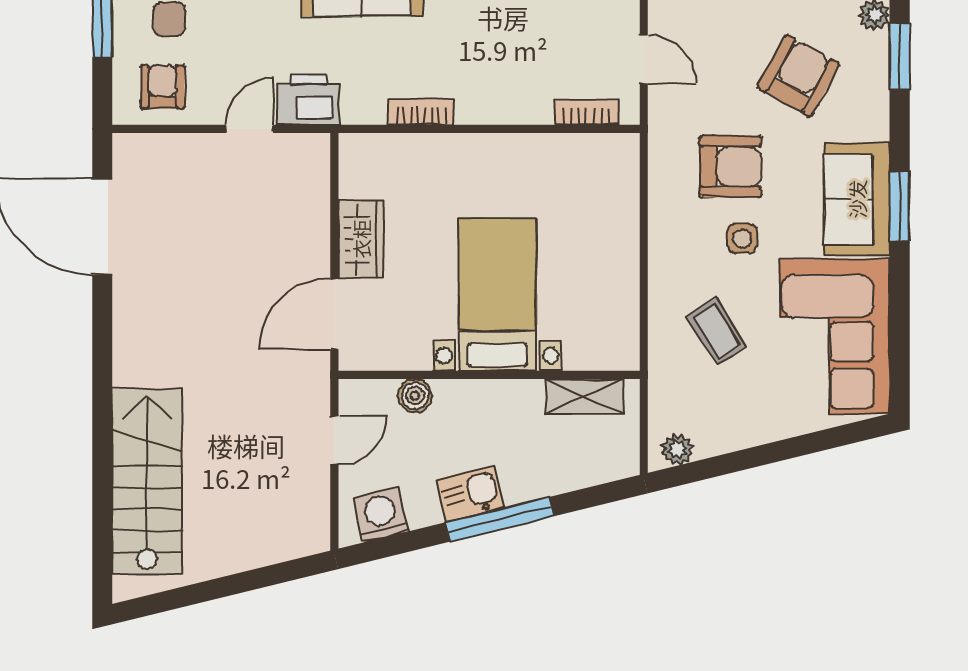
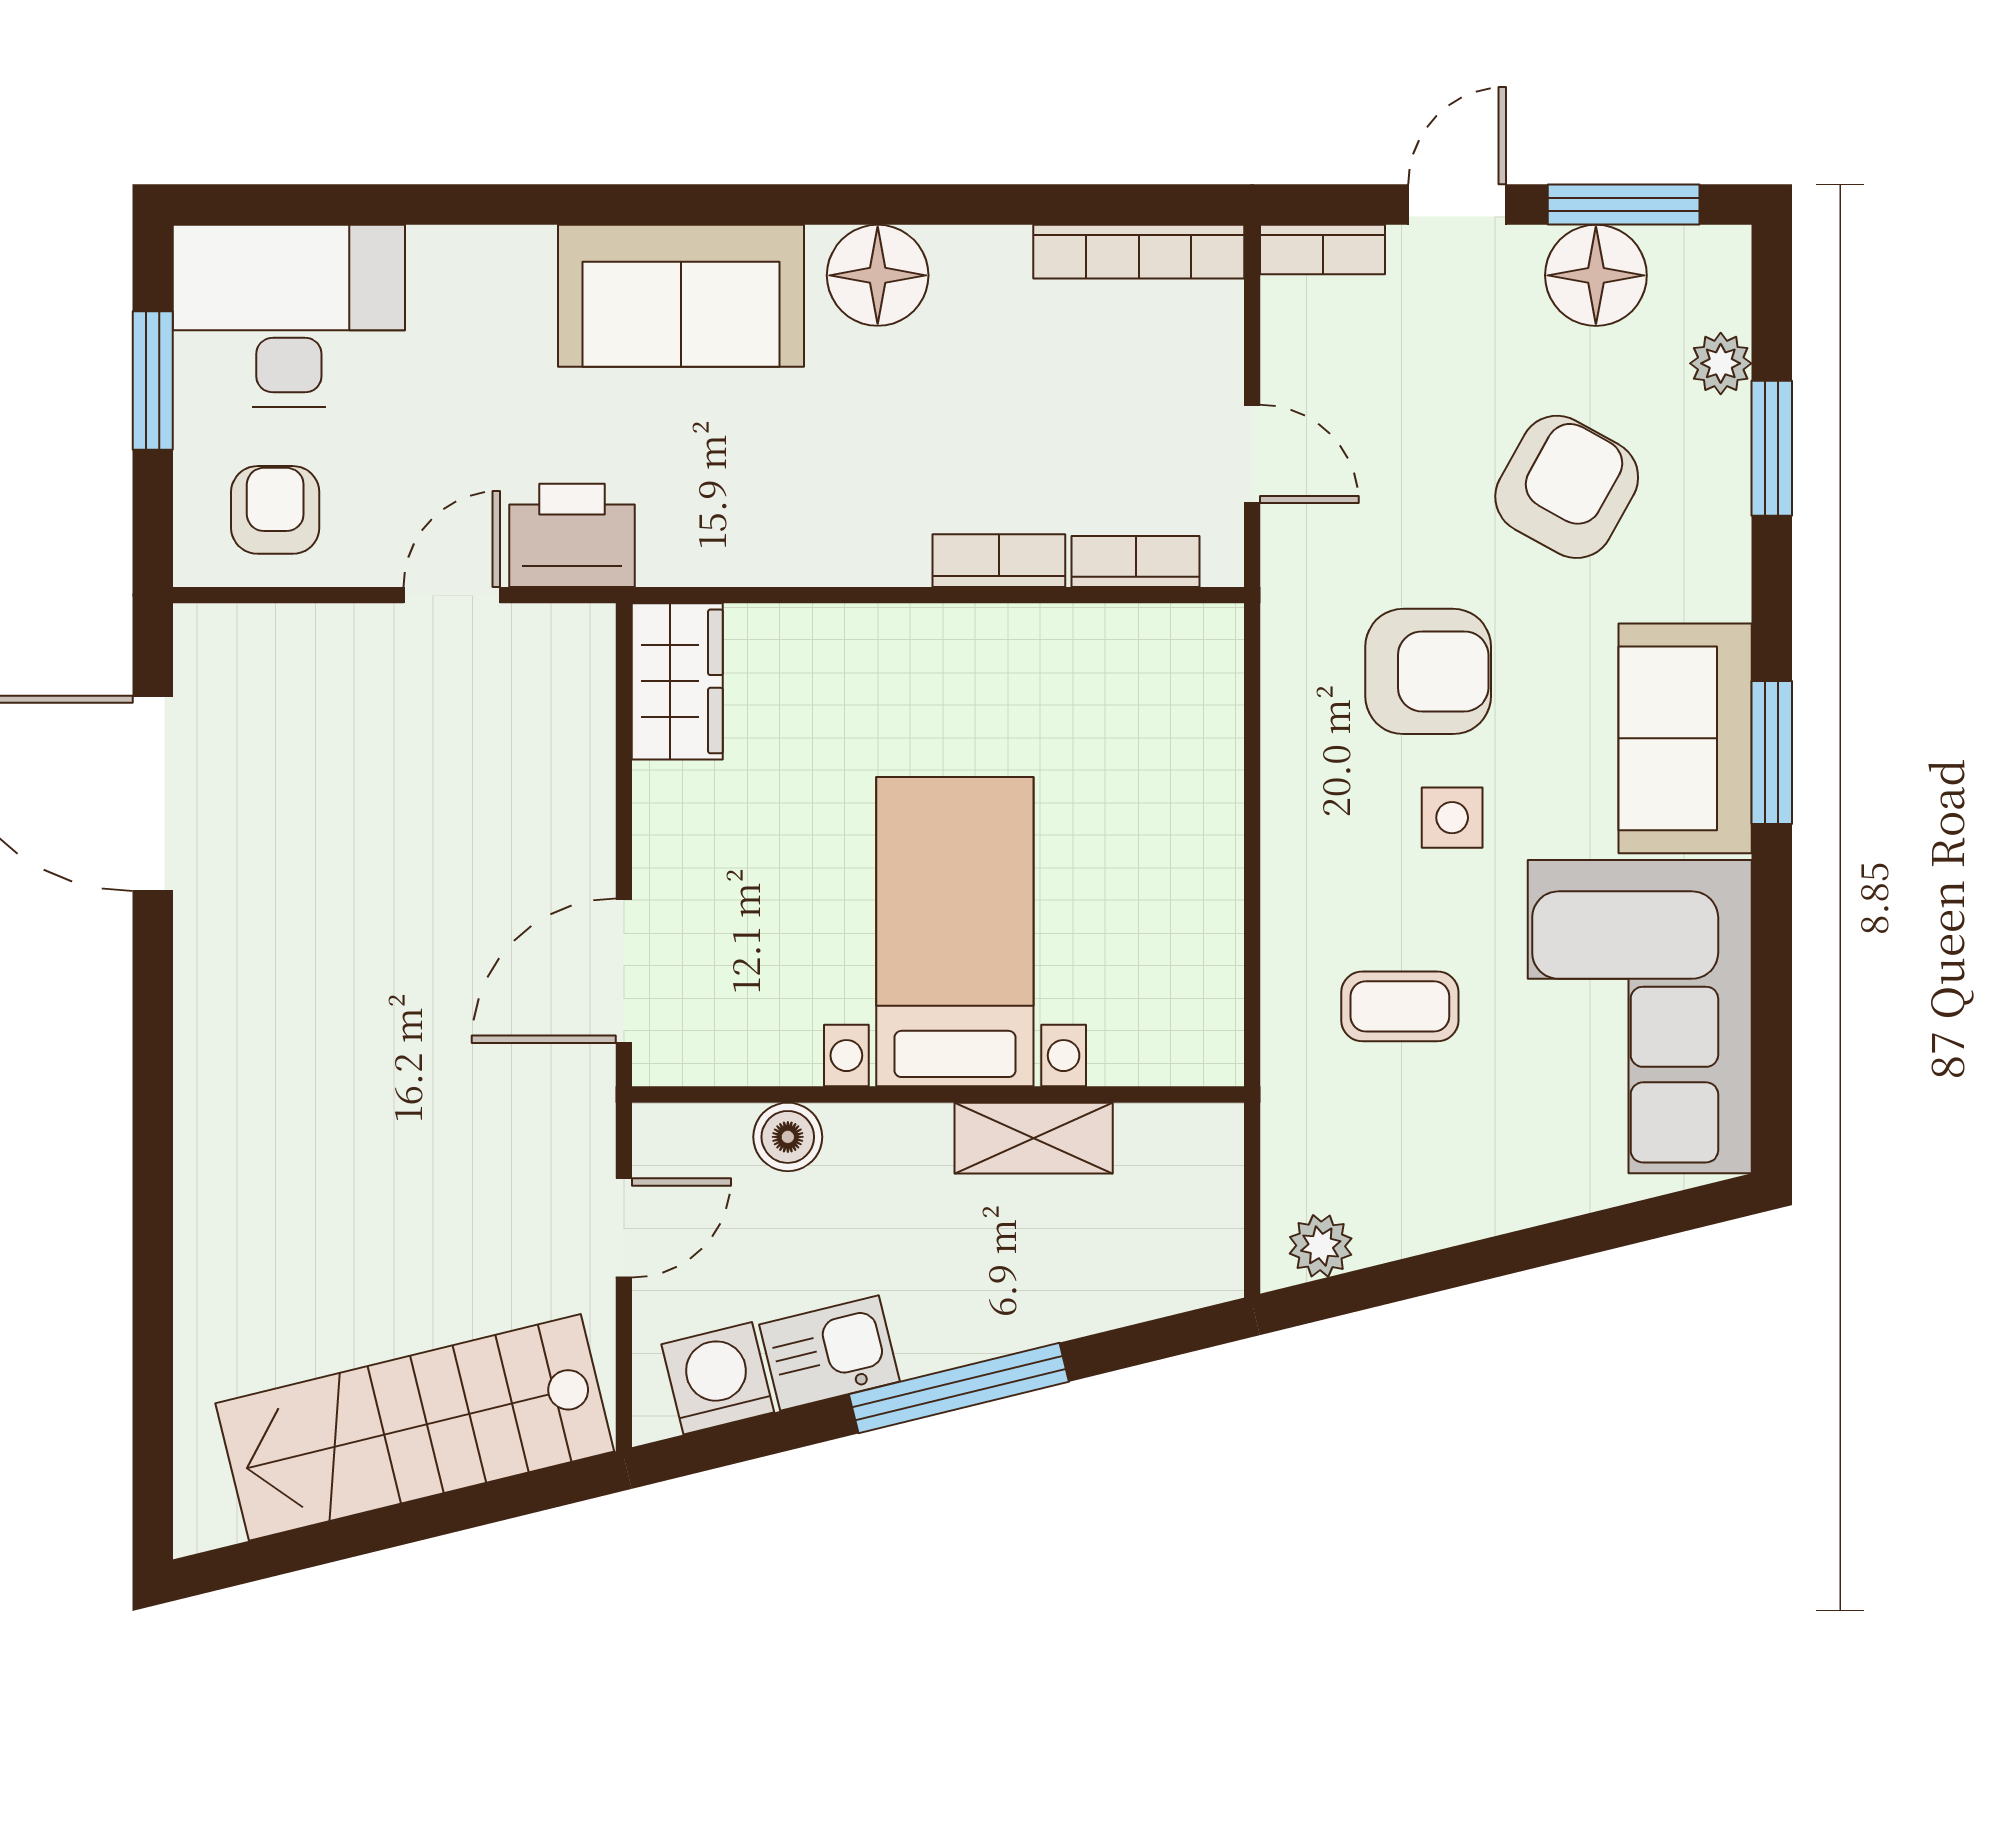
bookcase: (421, 112) -> (999, 561), moved
wardrobe: (361, 239) -> (677, 681), moved
coffee table: (716, 331) -> (1400, 1006), turned -58
shelving: (584, 396) -> (1034, 1138), moved
stairs: (147, 482) -> (415, 1427), moved, turned -104
kitchen sink: (470, 494) -> (830, 1353), moved

